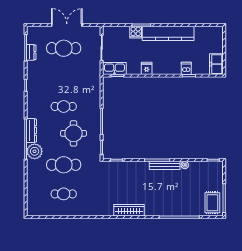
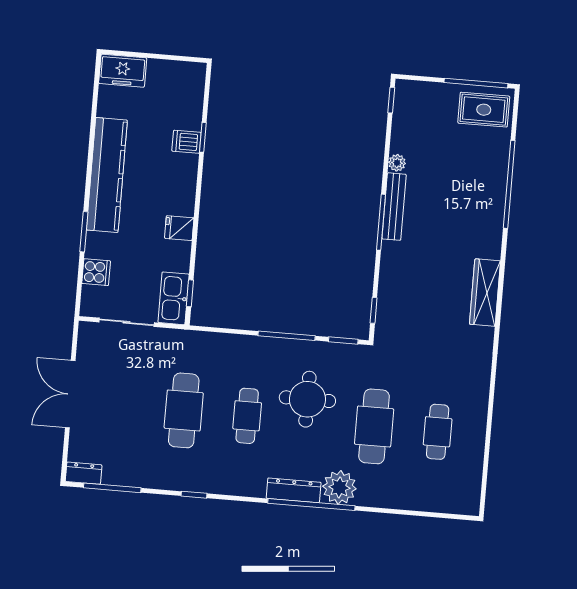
cooker: (136, 32) -> (96, 272), moved
cafe table: (64, 48) -> (184, 410), moved
dresser: (31, 52) -> (84, 473), moved
freezer: (216, 64) -> (123, 71), moved

